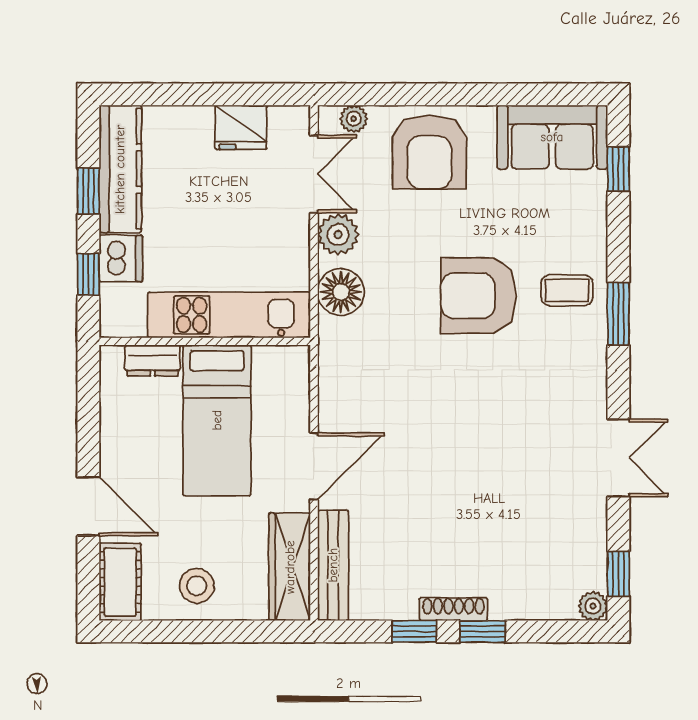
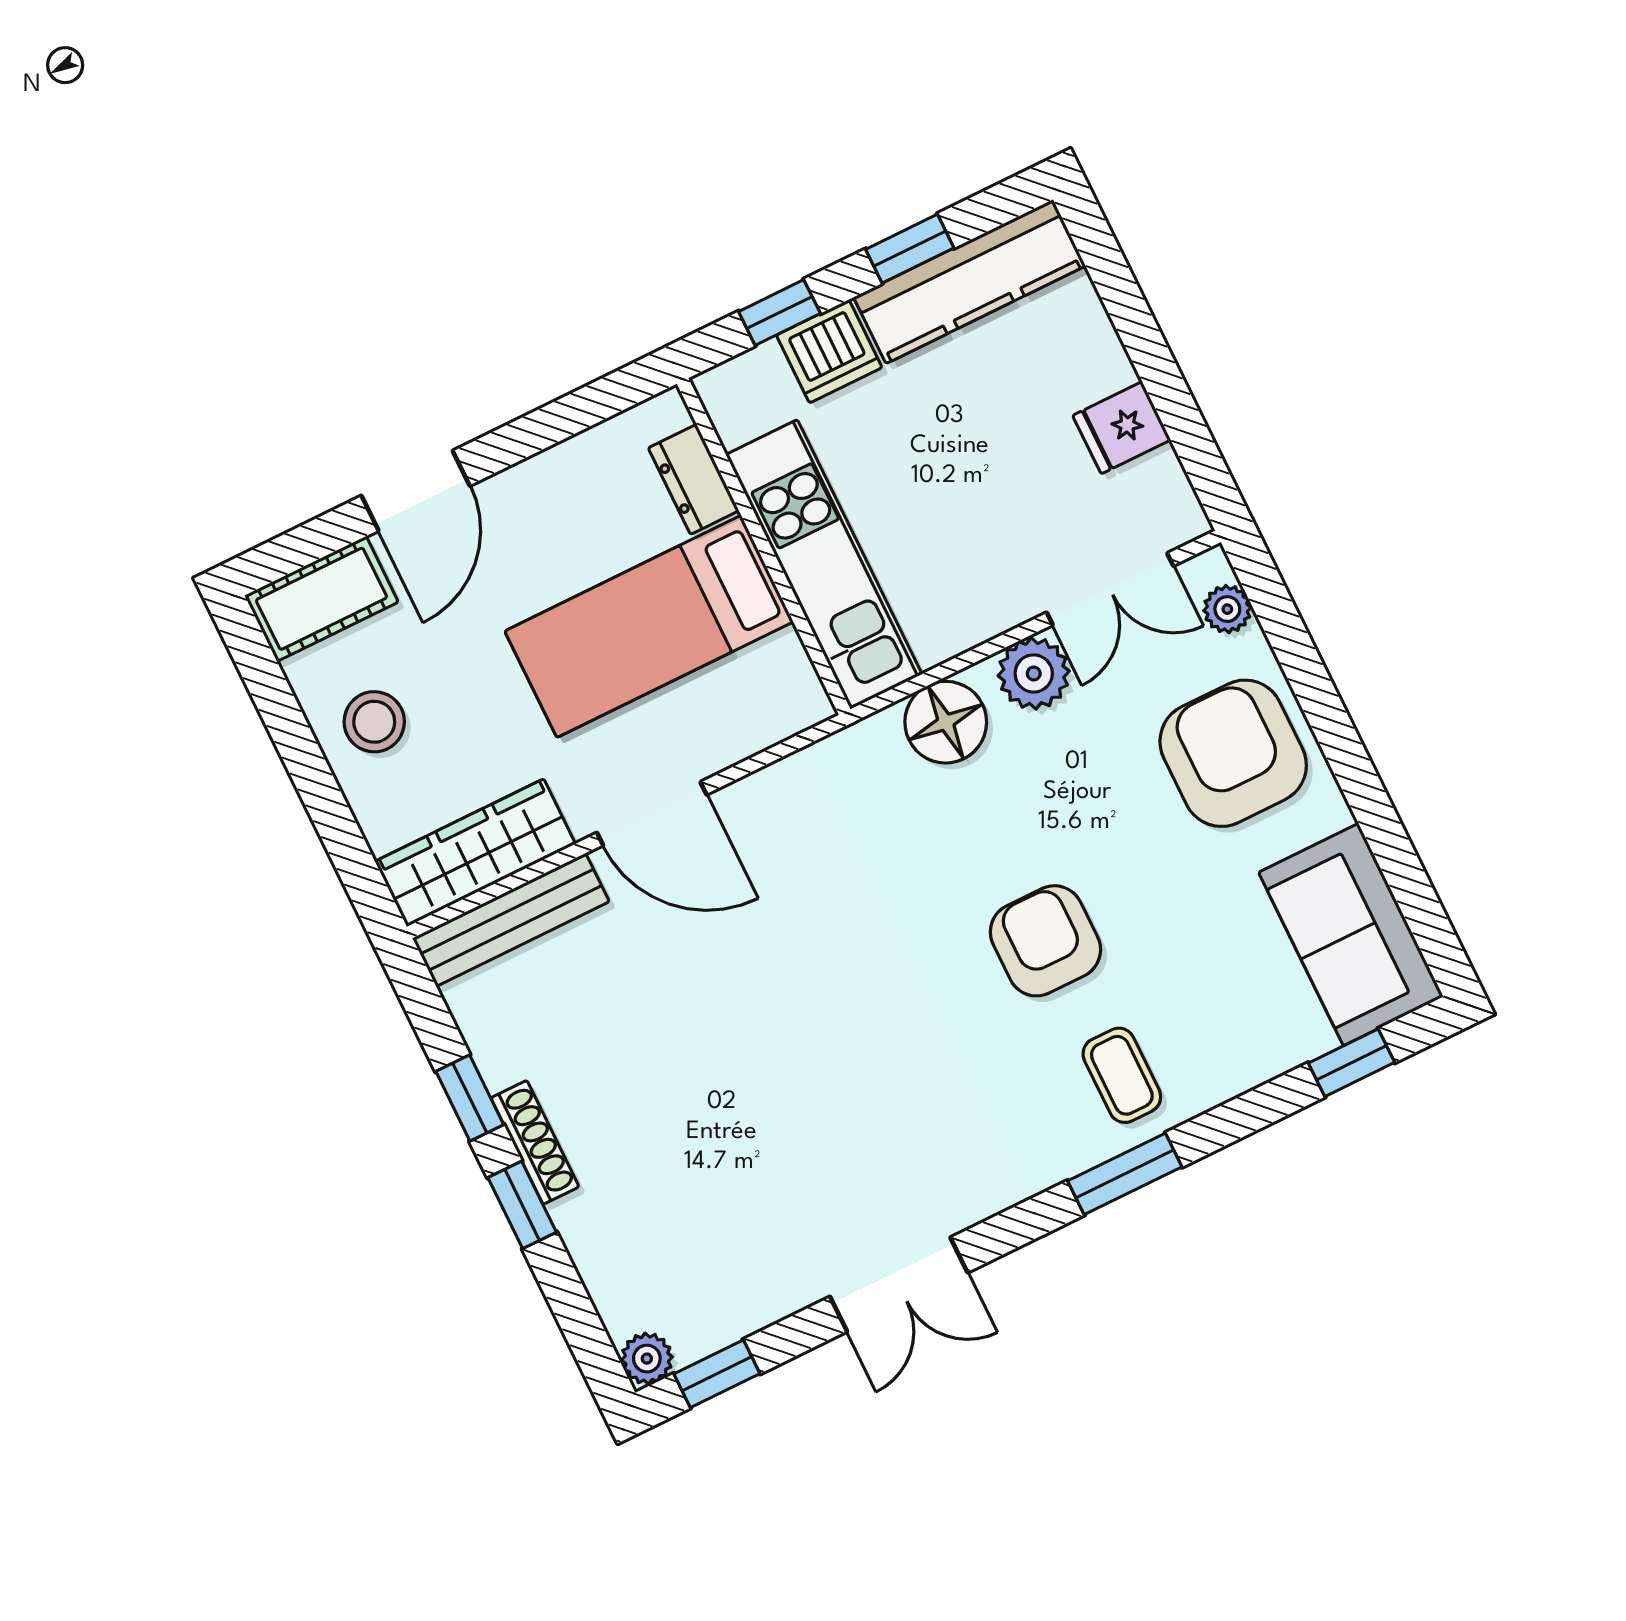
fridge: (241, 127) -> (1122, 428), width x0.72
armchair: (429, 152) -> (1233, 753), turned 90
armchair: (479, 296) -> (1045, 941), width x0.73, depth x0.73

